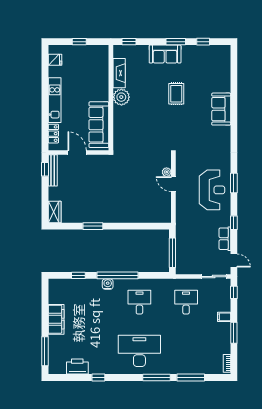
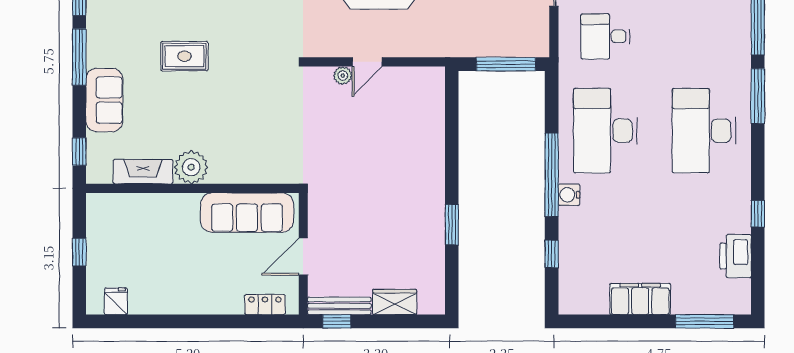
window: (176, 42) -> (79, 57), width x1.44
sofa: (165, 54) -> (104, 100), moved
kitchen unit: (55, 100) -> (198, 302), removed
wardrobe: (55, 212) -> (395, 302), moved
desk: (139, 302) -> (605, 131), width x1.87, depth x1.30

